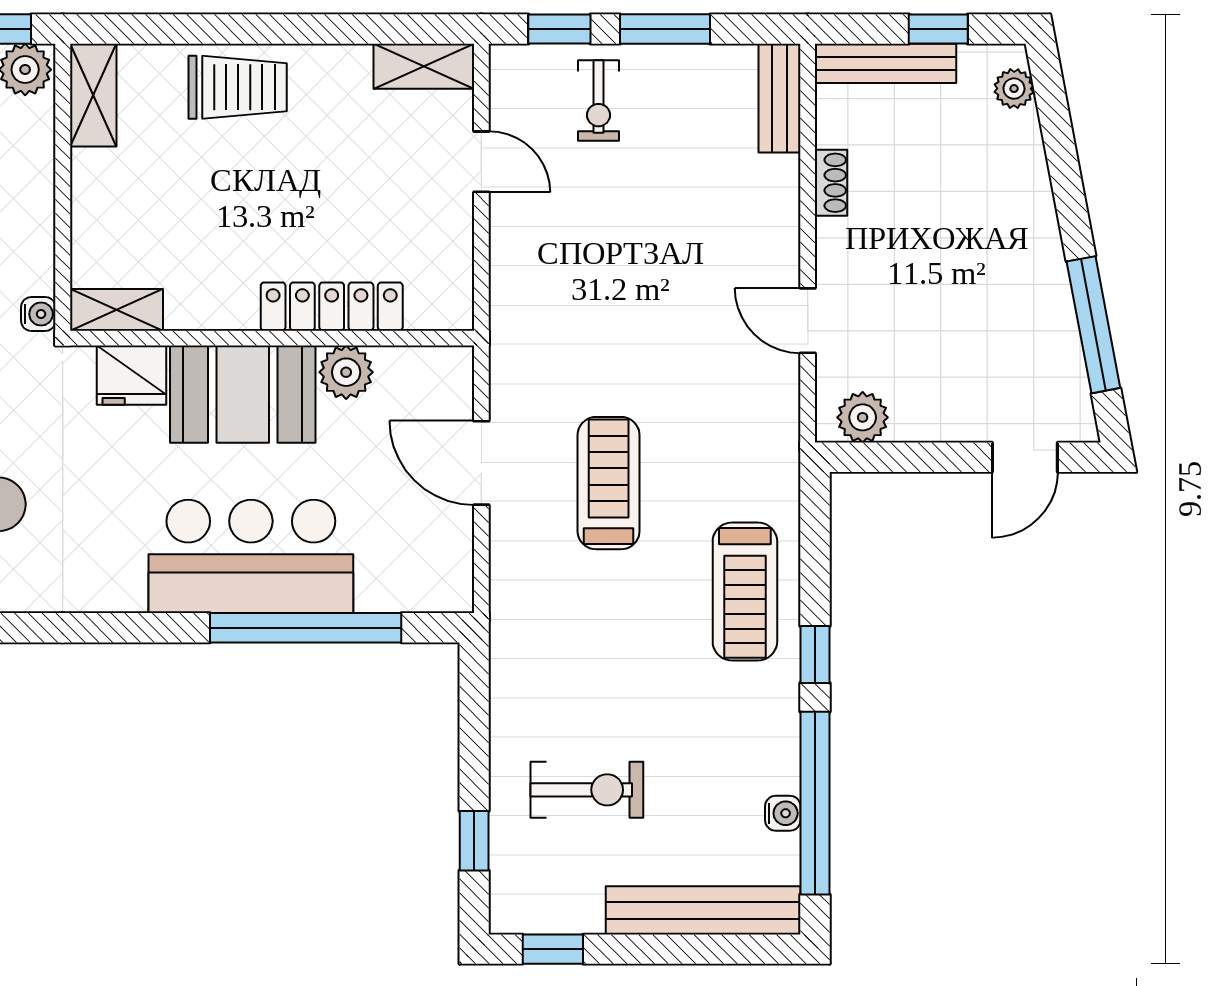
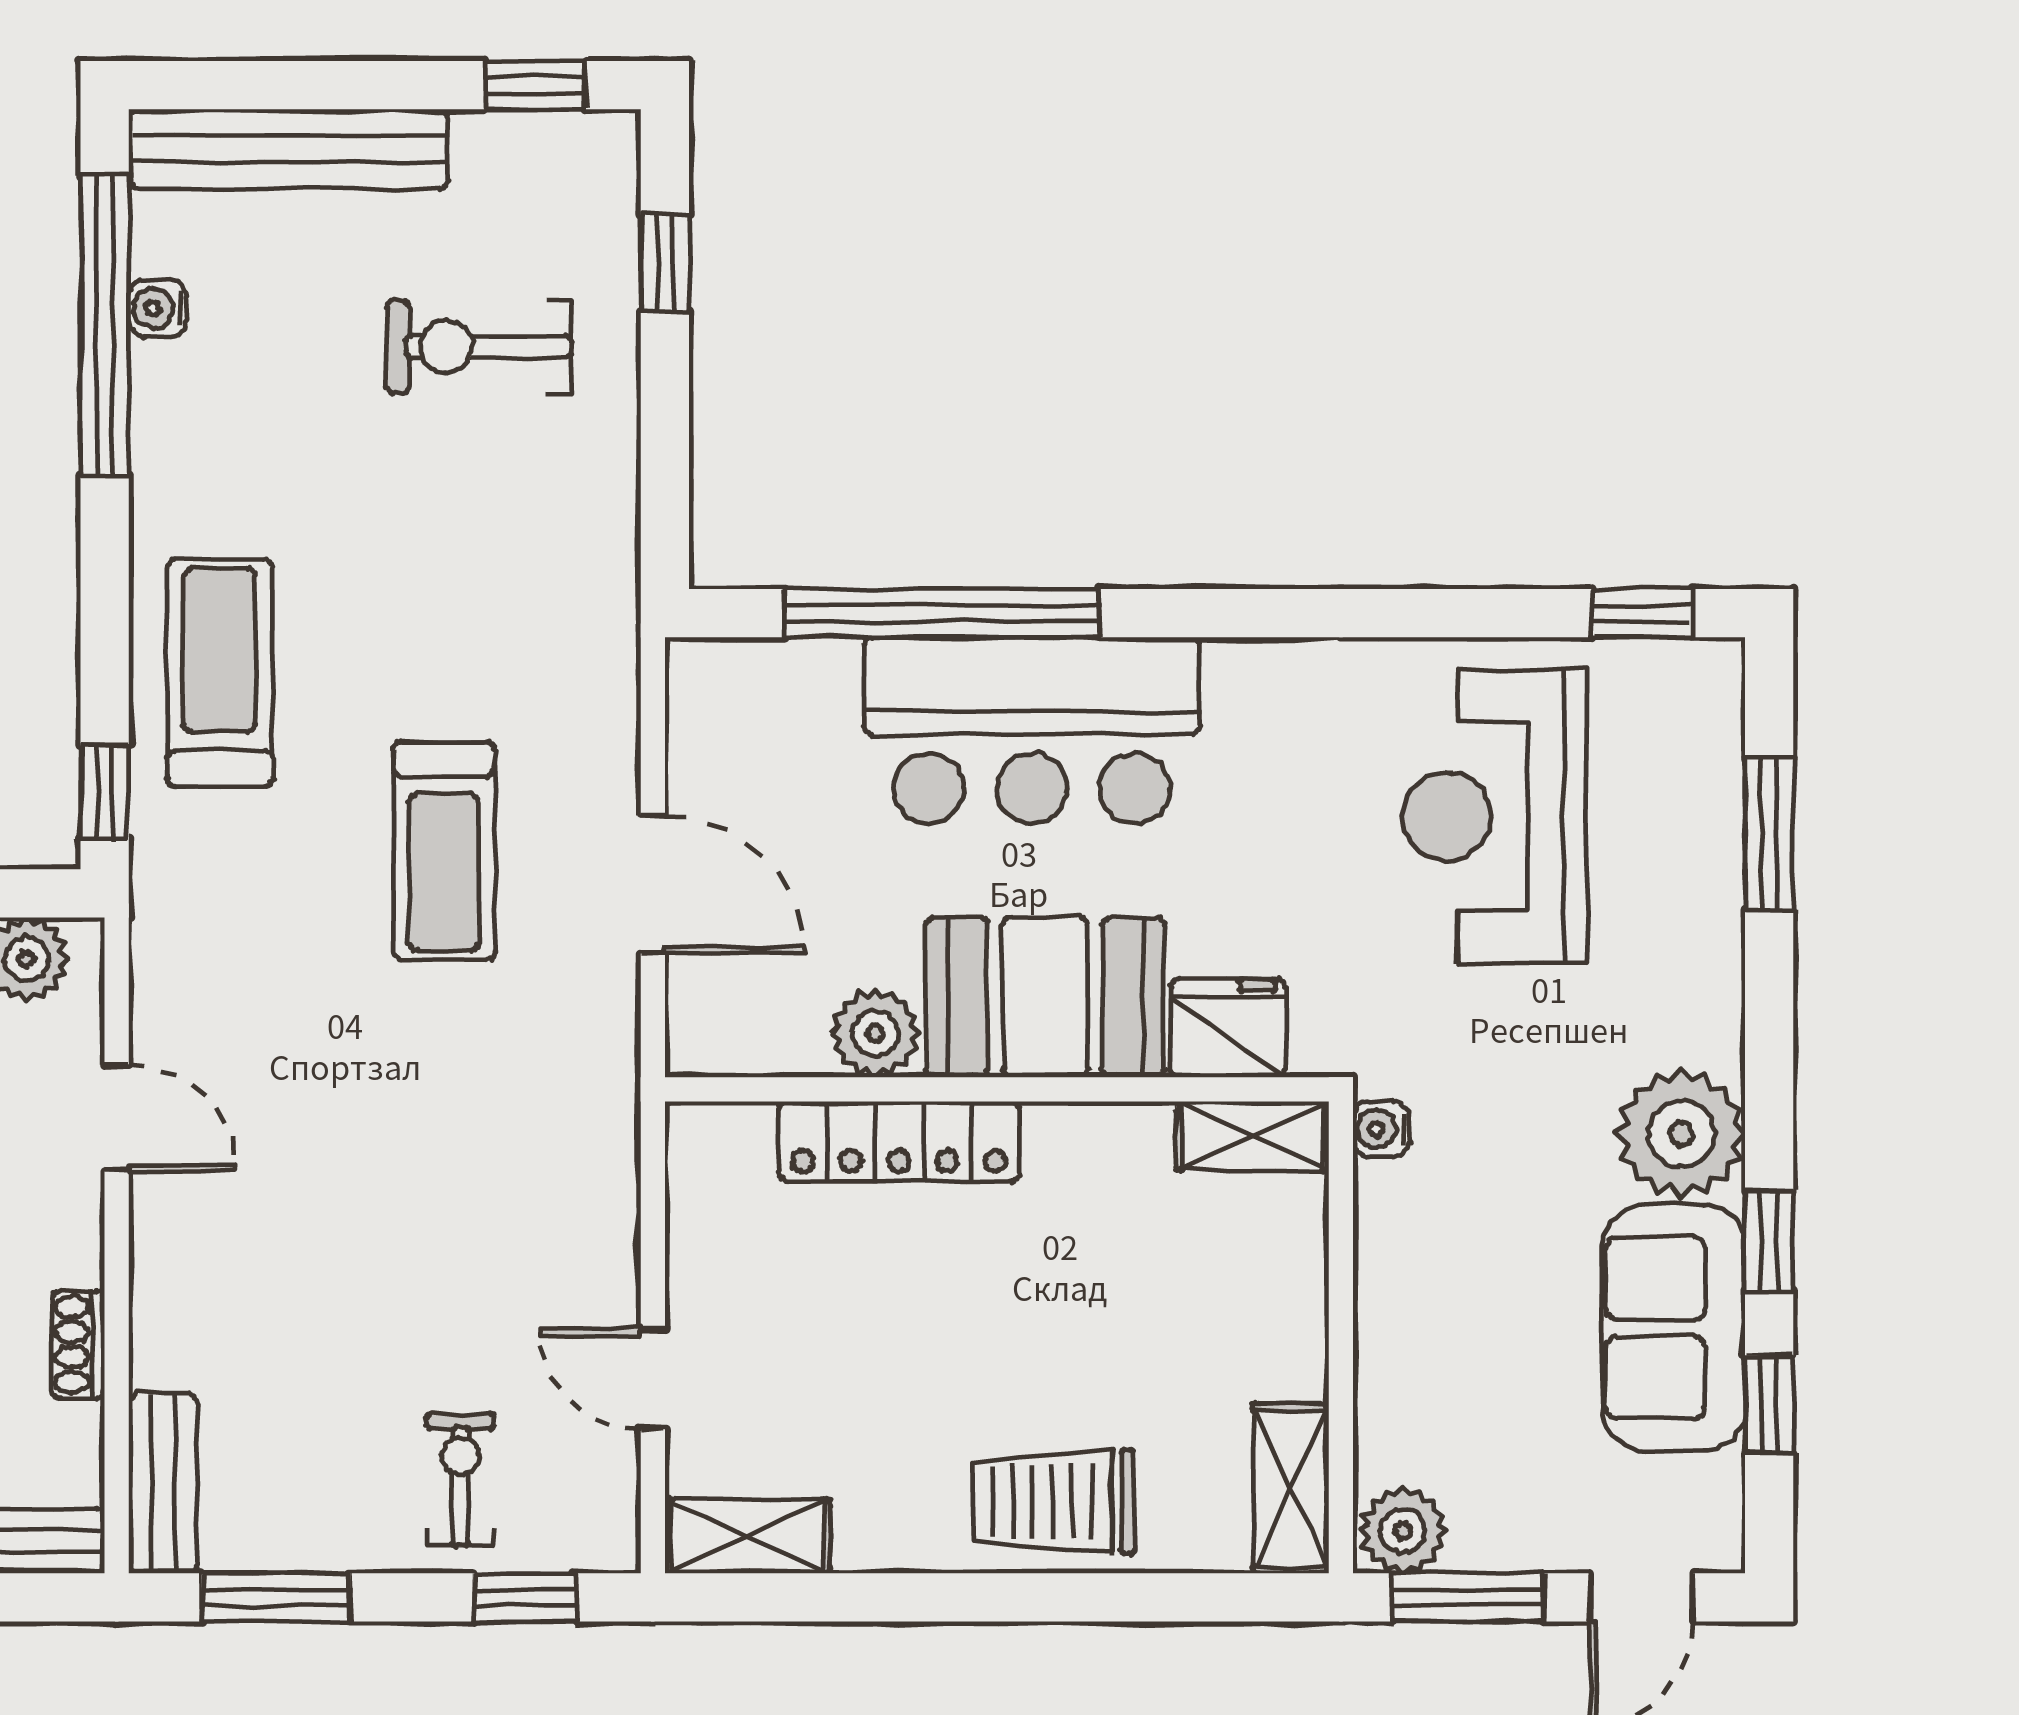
window: (665, 29) -> (276, 1597), moved
window: (815, 654) -> (105, 792), moved

